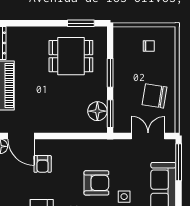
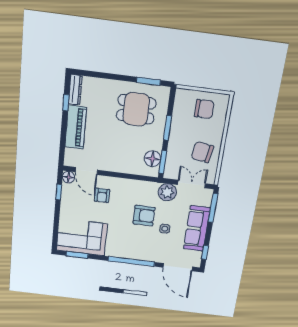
chair: (149, 46) -> (204, 109), width x1.87, depth x1.87
plant: (121, 150) -> (167, 192), added

